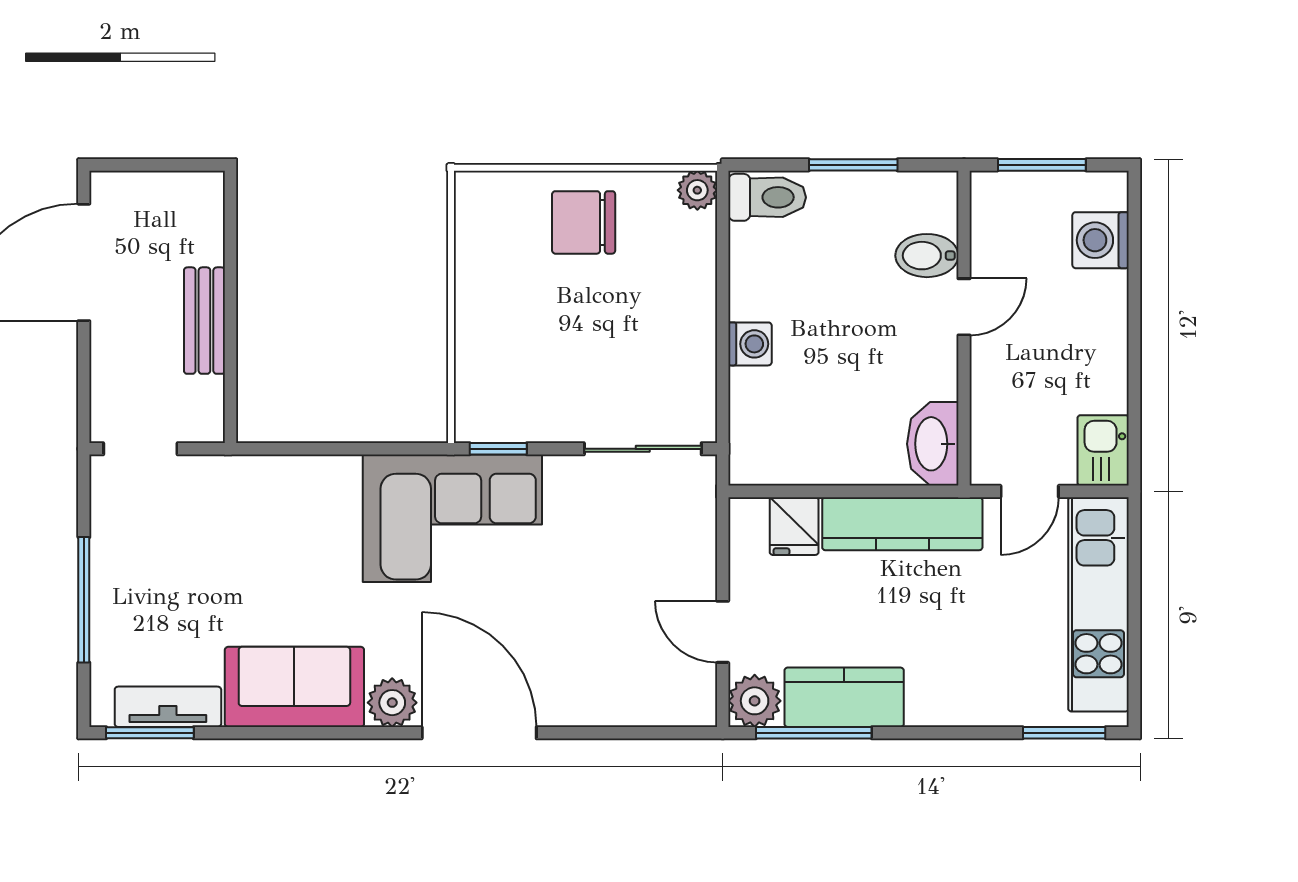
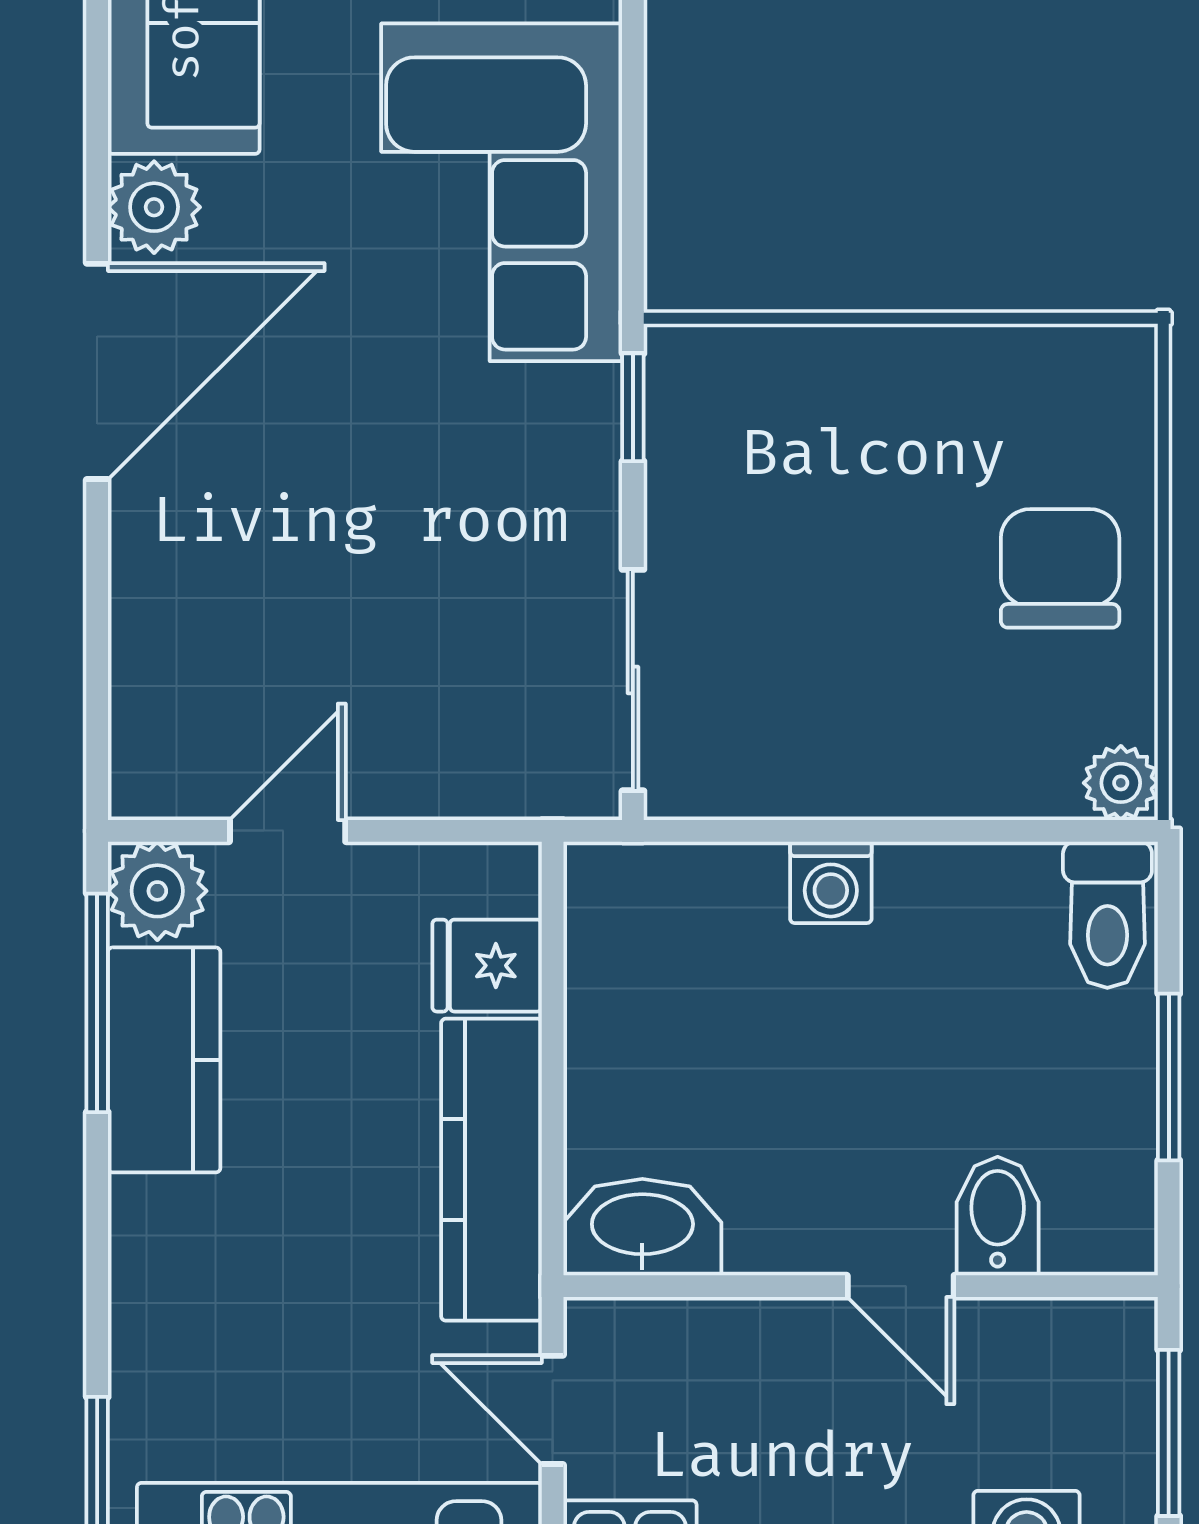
corner sofa: (452, 518) -> (502, 192), moved

